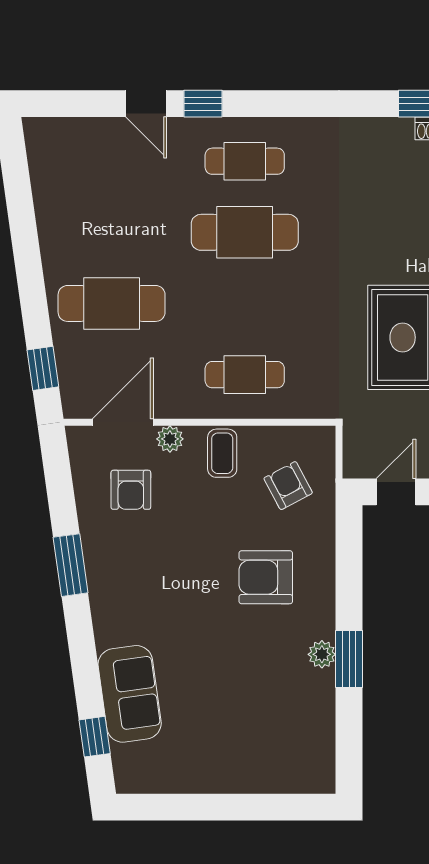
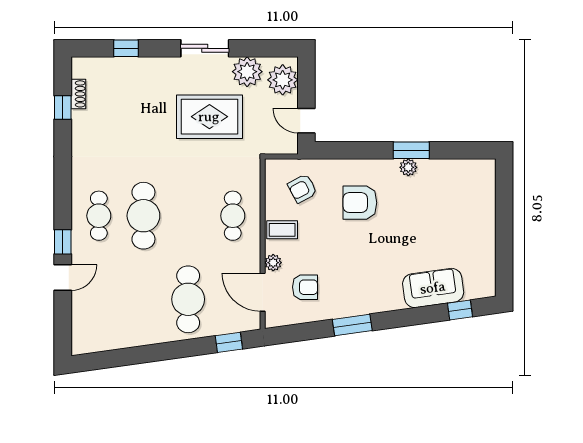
armchair: (266, 577) -> (360, 203), turned 90

